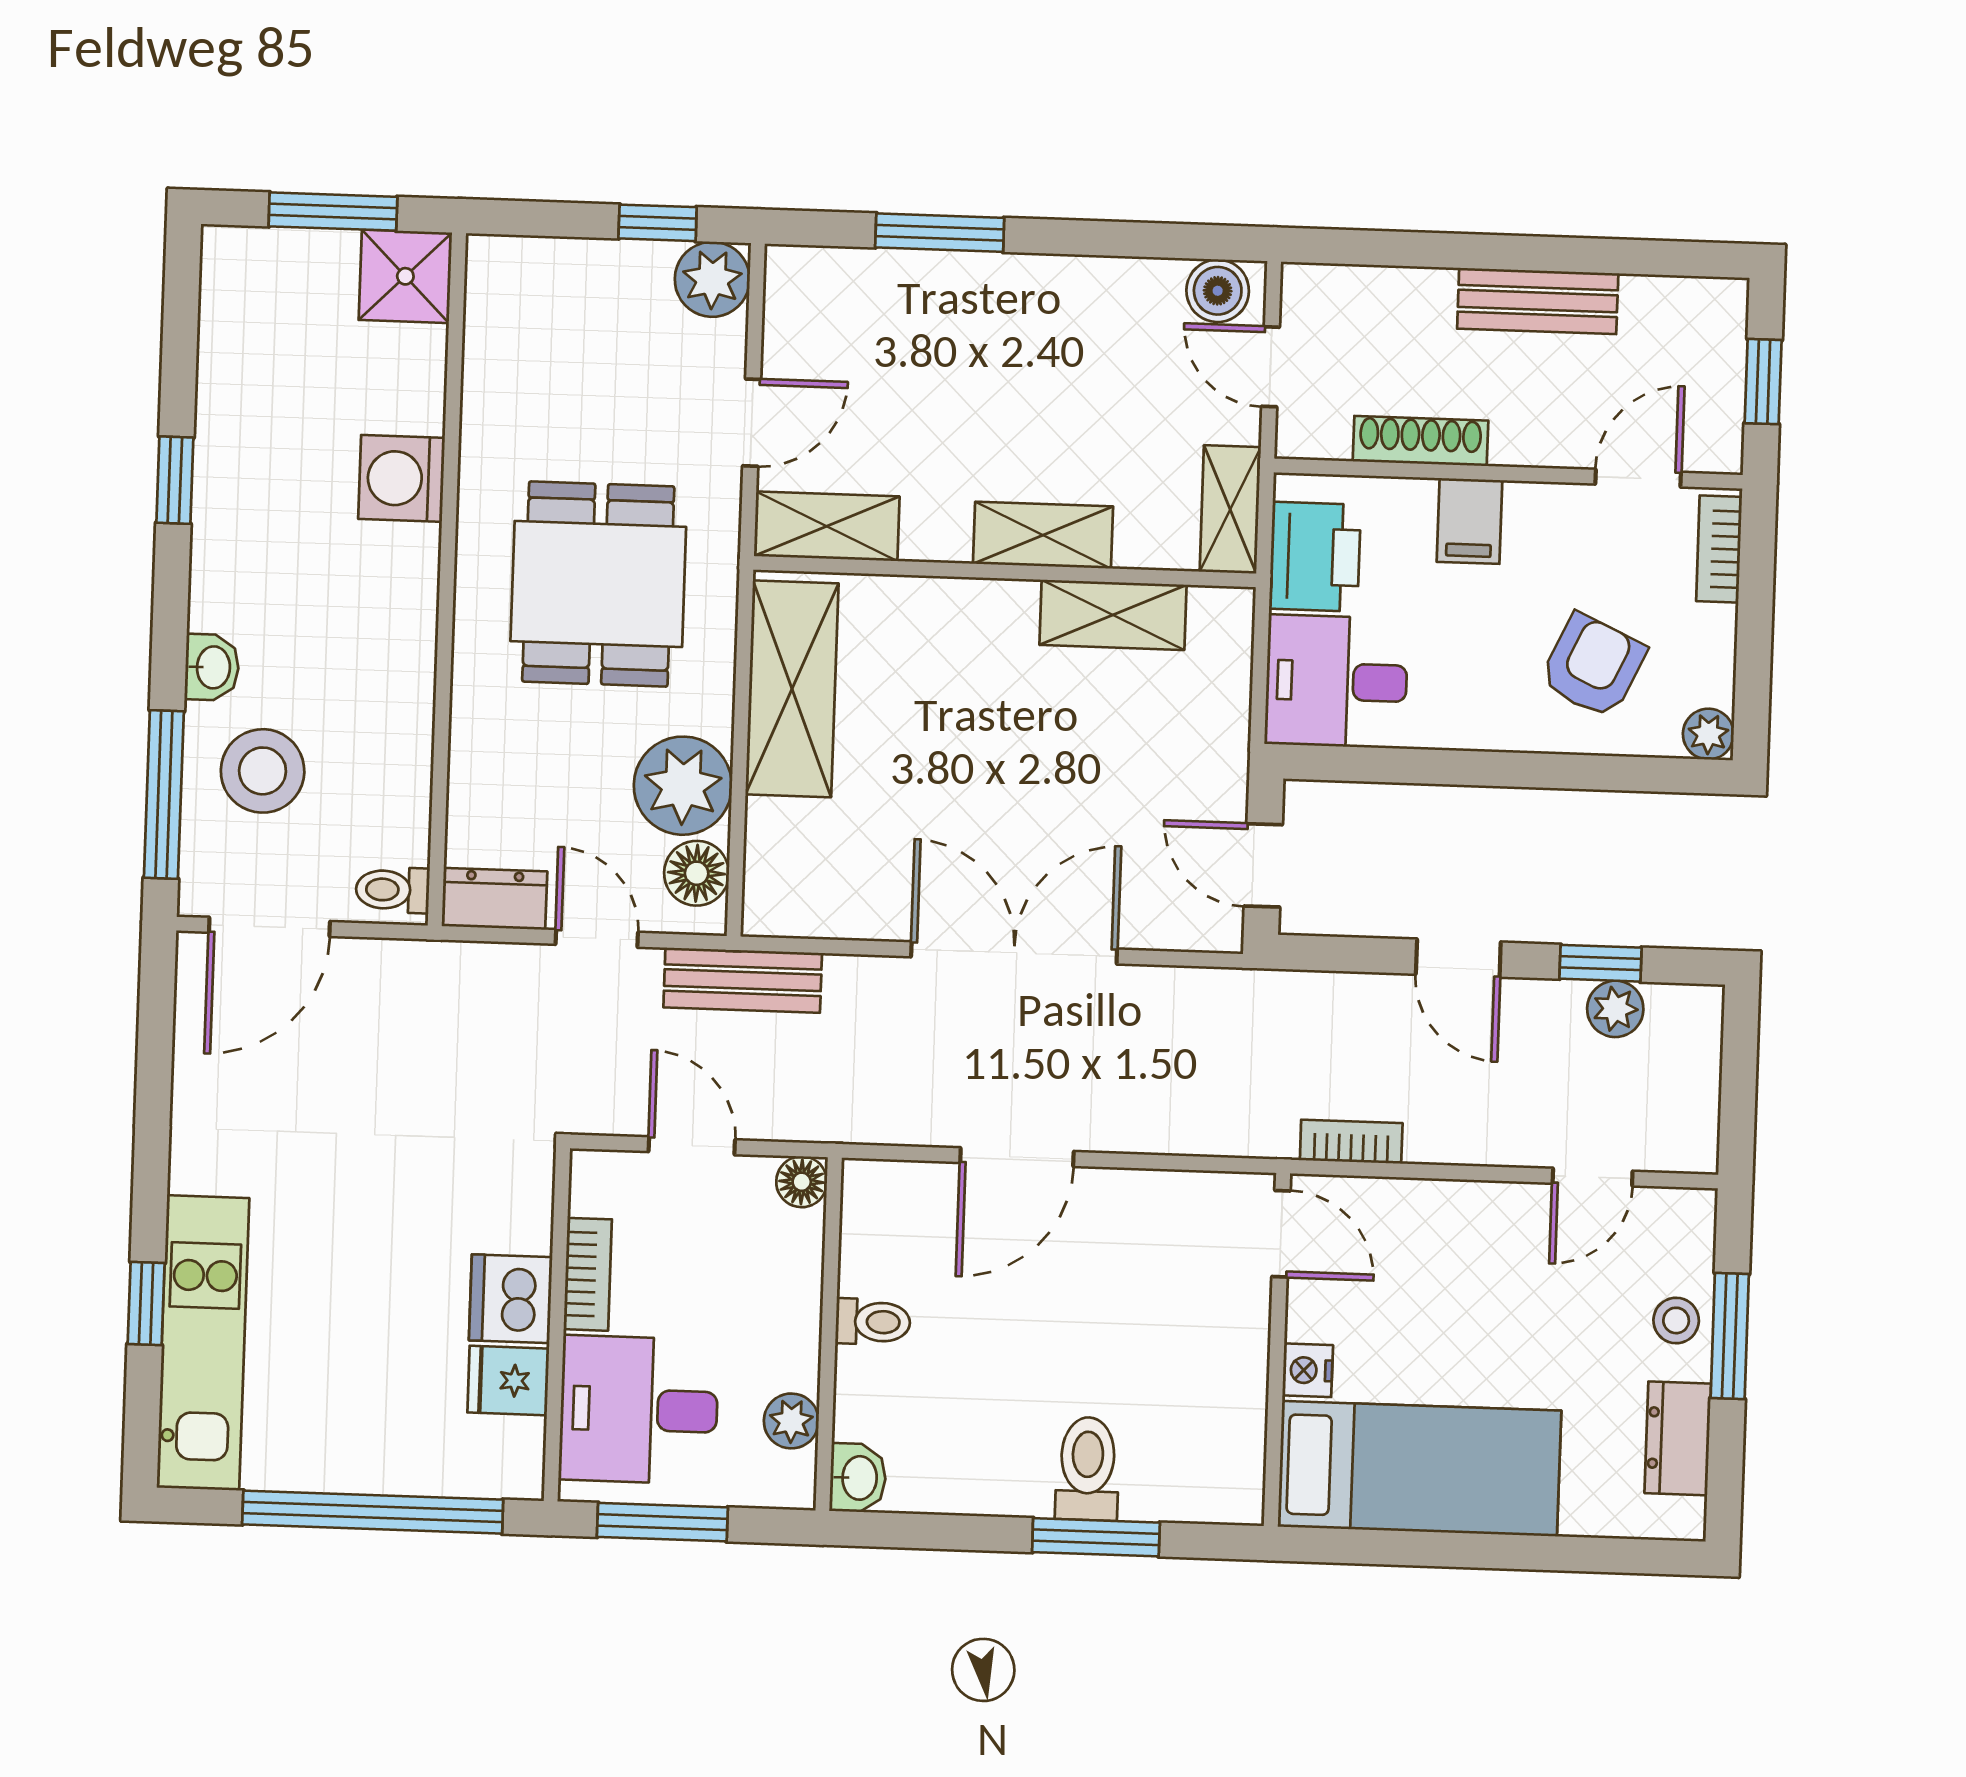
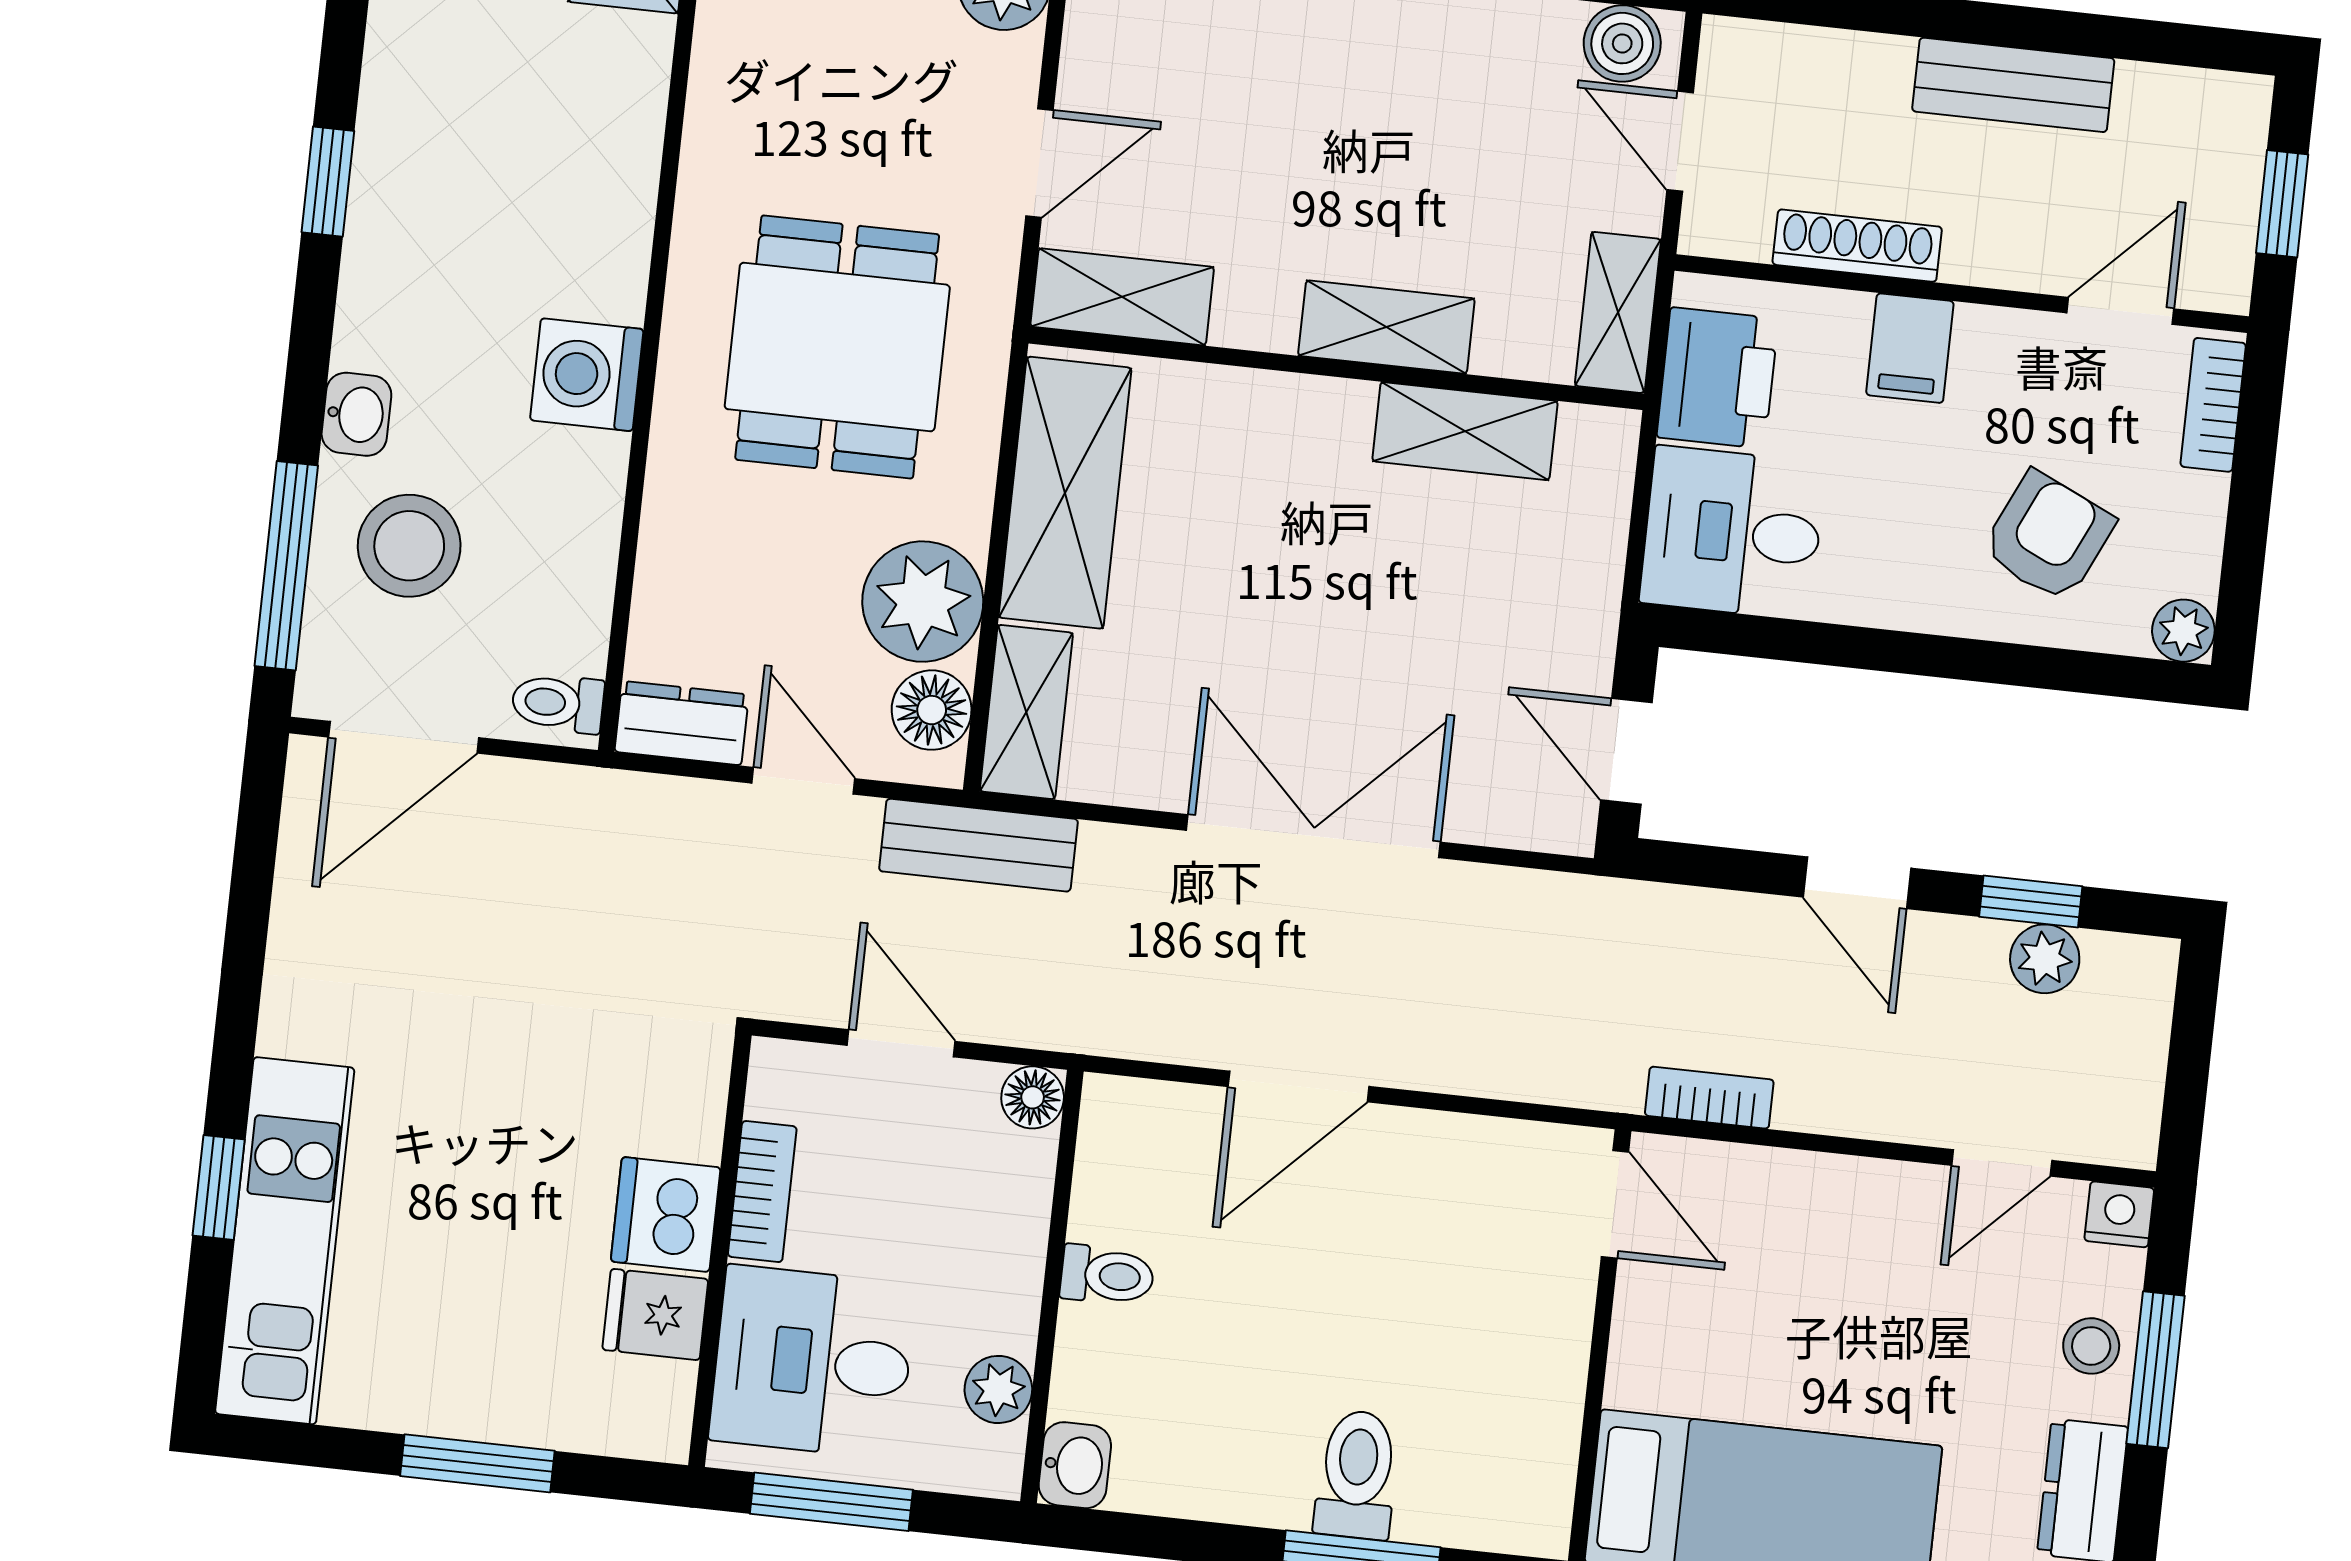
washing machine: (402, 478) -> (587, 375), moved
shelving: (774, 869) -> (1026, 712), added
nightstand: (1308, 1370) -> (2119, 1214), moved, turned 90
window: (373, 1512) -> (477, 1463), width x0.47

